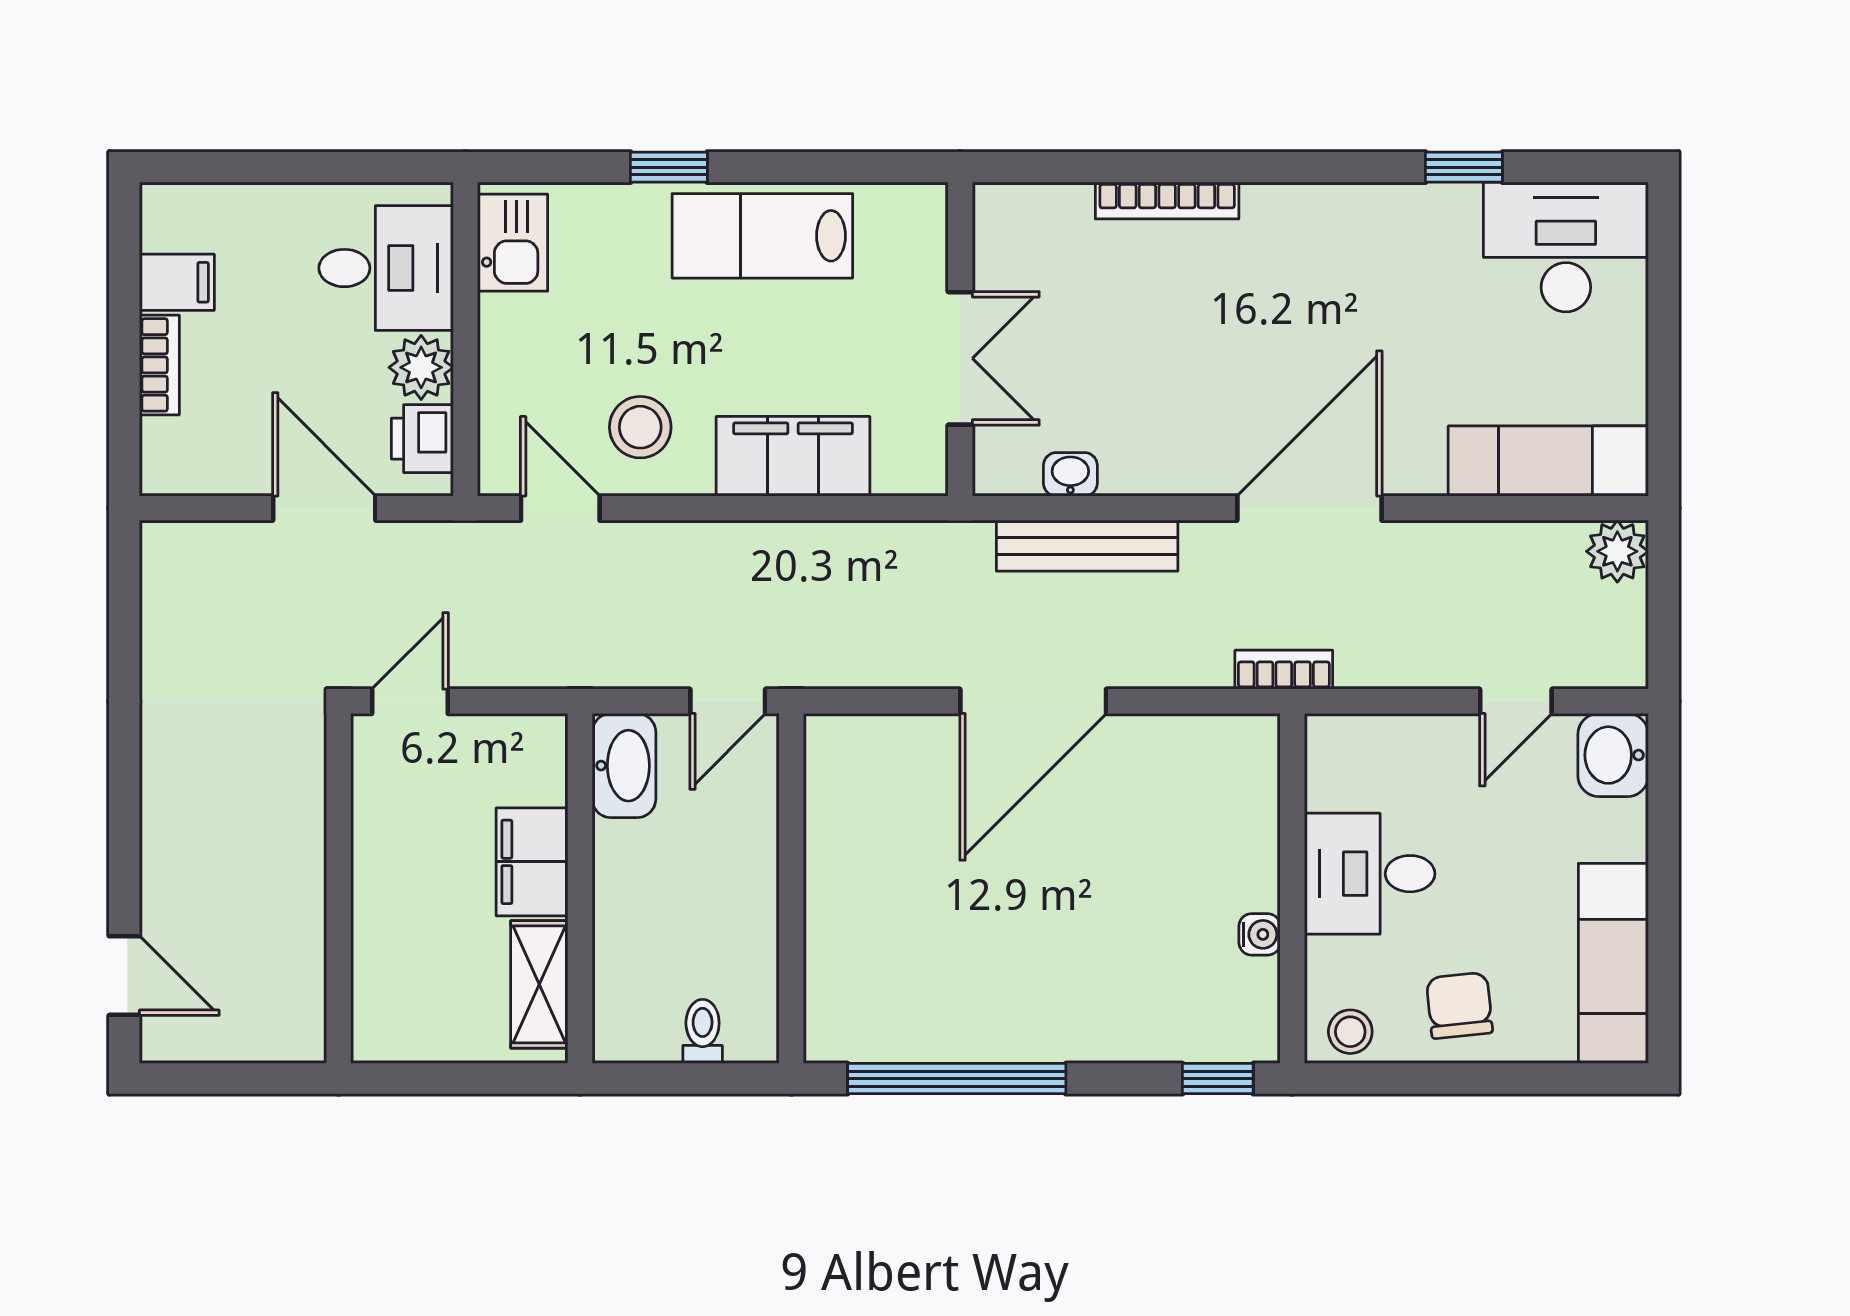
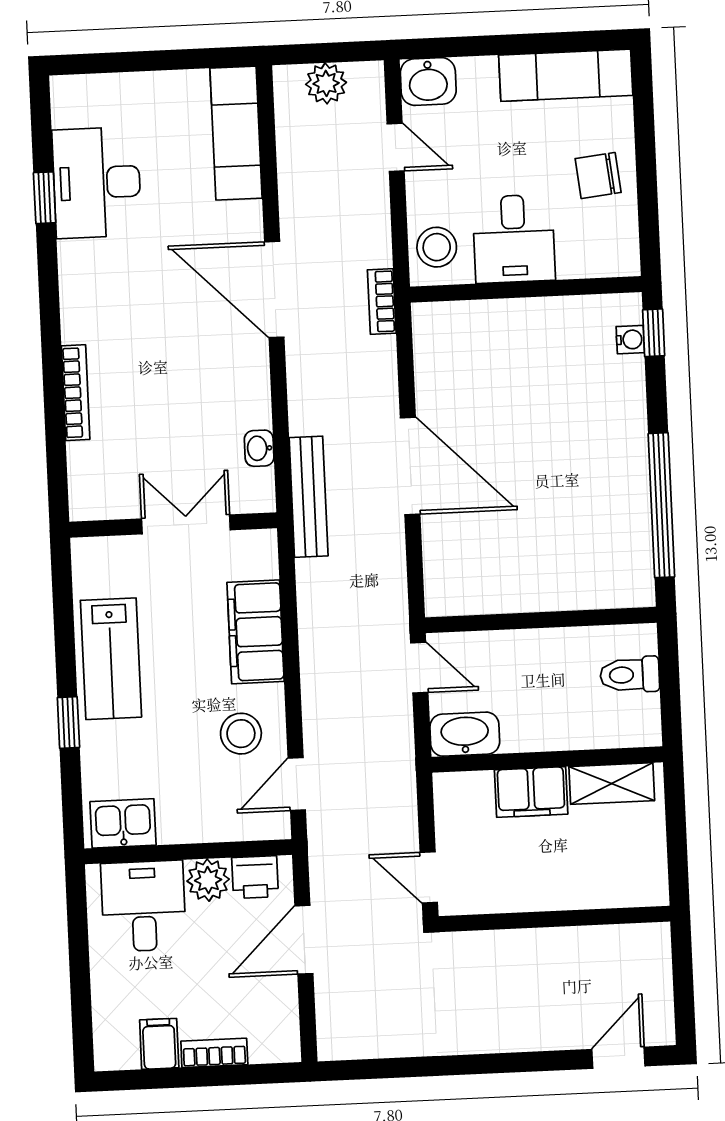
desk: (1566, 247) -> (97, 183), moved
bench: (1087, 546) -> (309, 497), moved
plant: (1617, 551) -> (326, 83), moved
water cooler: (1260, 934) -> (630, 340), moved, turned 90
toilet: (703, 1031) -> (630, 675), width x1.37, depth x1.39
stool: (1350, 1032) -> (437, 247), moved, width x1.37, depth x1.37

